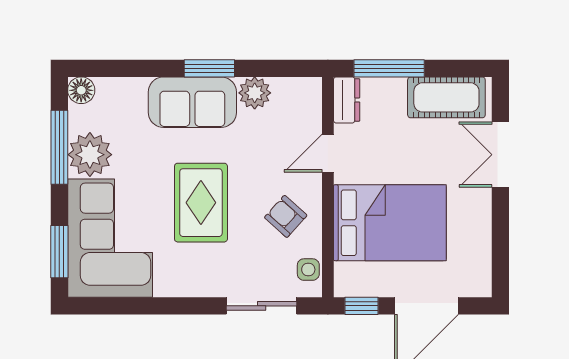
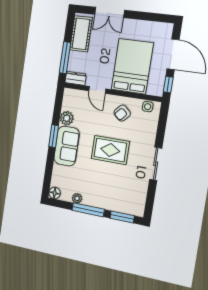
window: (59, 147) -> (88, 210), moved
plant: (90, 155) -> (77, 198), width x0.53, depth x0.53
corner sofa: (110, 238) -> (120, 193), removed
sliding door: (262, 306) -> (156, 164), moved

